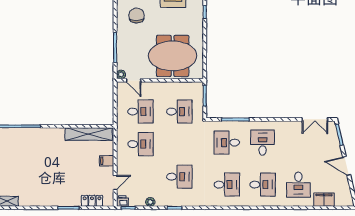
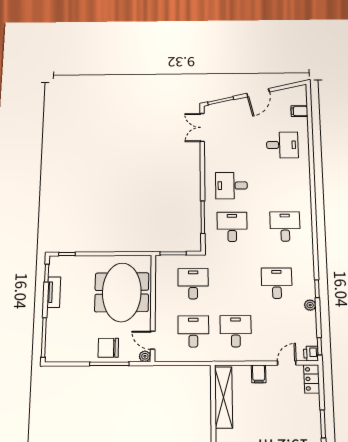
chair: (136, 16) -> (108, 348), moved
door: (134, 80) -> (153, 340), swing flipped
double door: (315, 119) -> (202, 127), swing flipped
desk: (227, 143) -> (232, 227), turned 180
door: (115, 182) -> (287, 363), hinge flipped
desk: (263, 185) -> (284, 185), removed
filing cabinet: (324, 200) -> (299, 111), width x0.50
locker: (92, 201) -> (312, 379), moved
plant: (150, 202) -> (310, 305), moved

